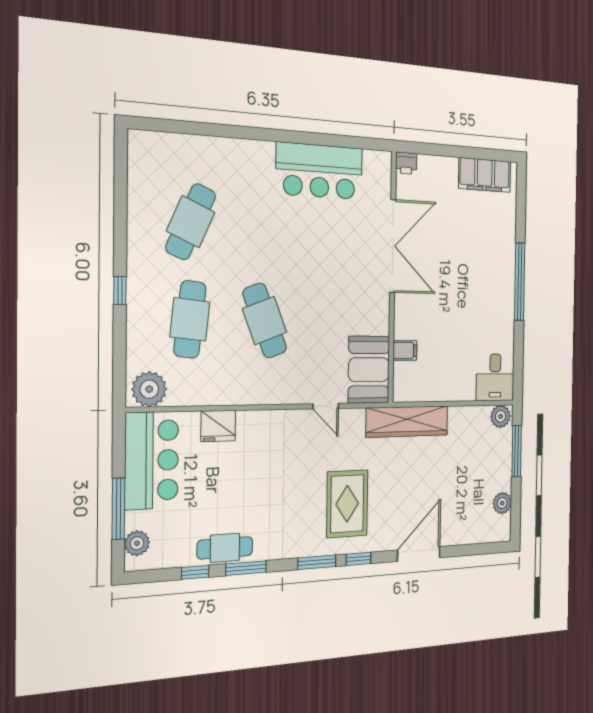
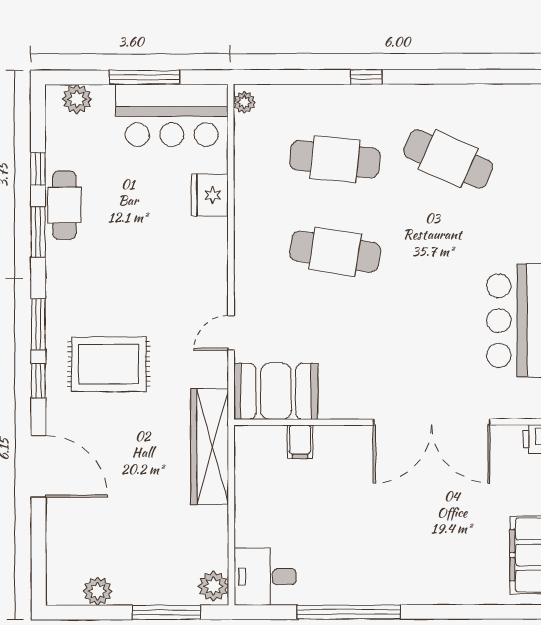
window: (520, 282) -> (349, 612), moved
cafe table: (265, 321) -> (335, 252), turned 30
plant: (149, 389) -> (244, 102), width x0.53, depth x0.53
window: (118, 509) -> (145, 77), moved

